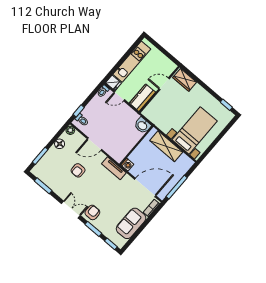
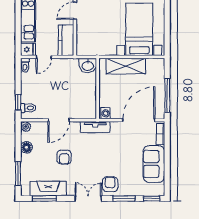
fireplace: (51, 182) -> (48, 189), added

